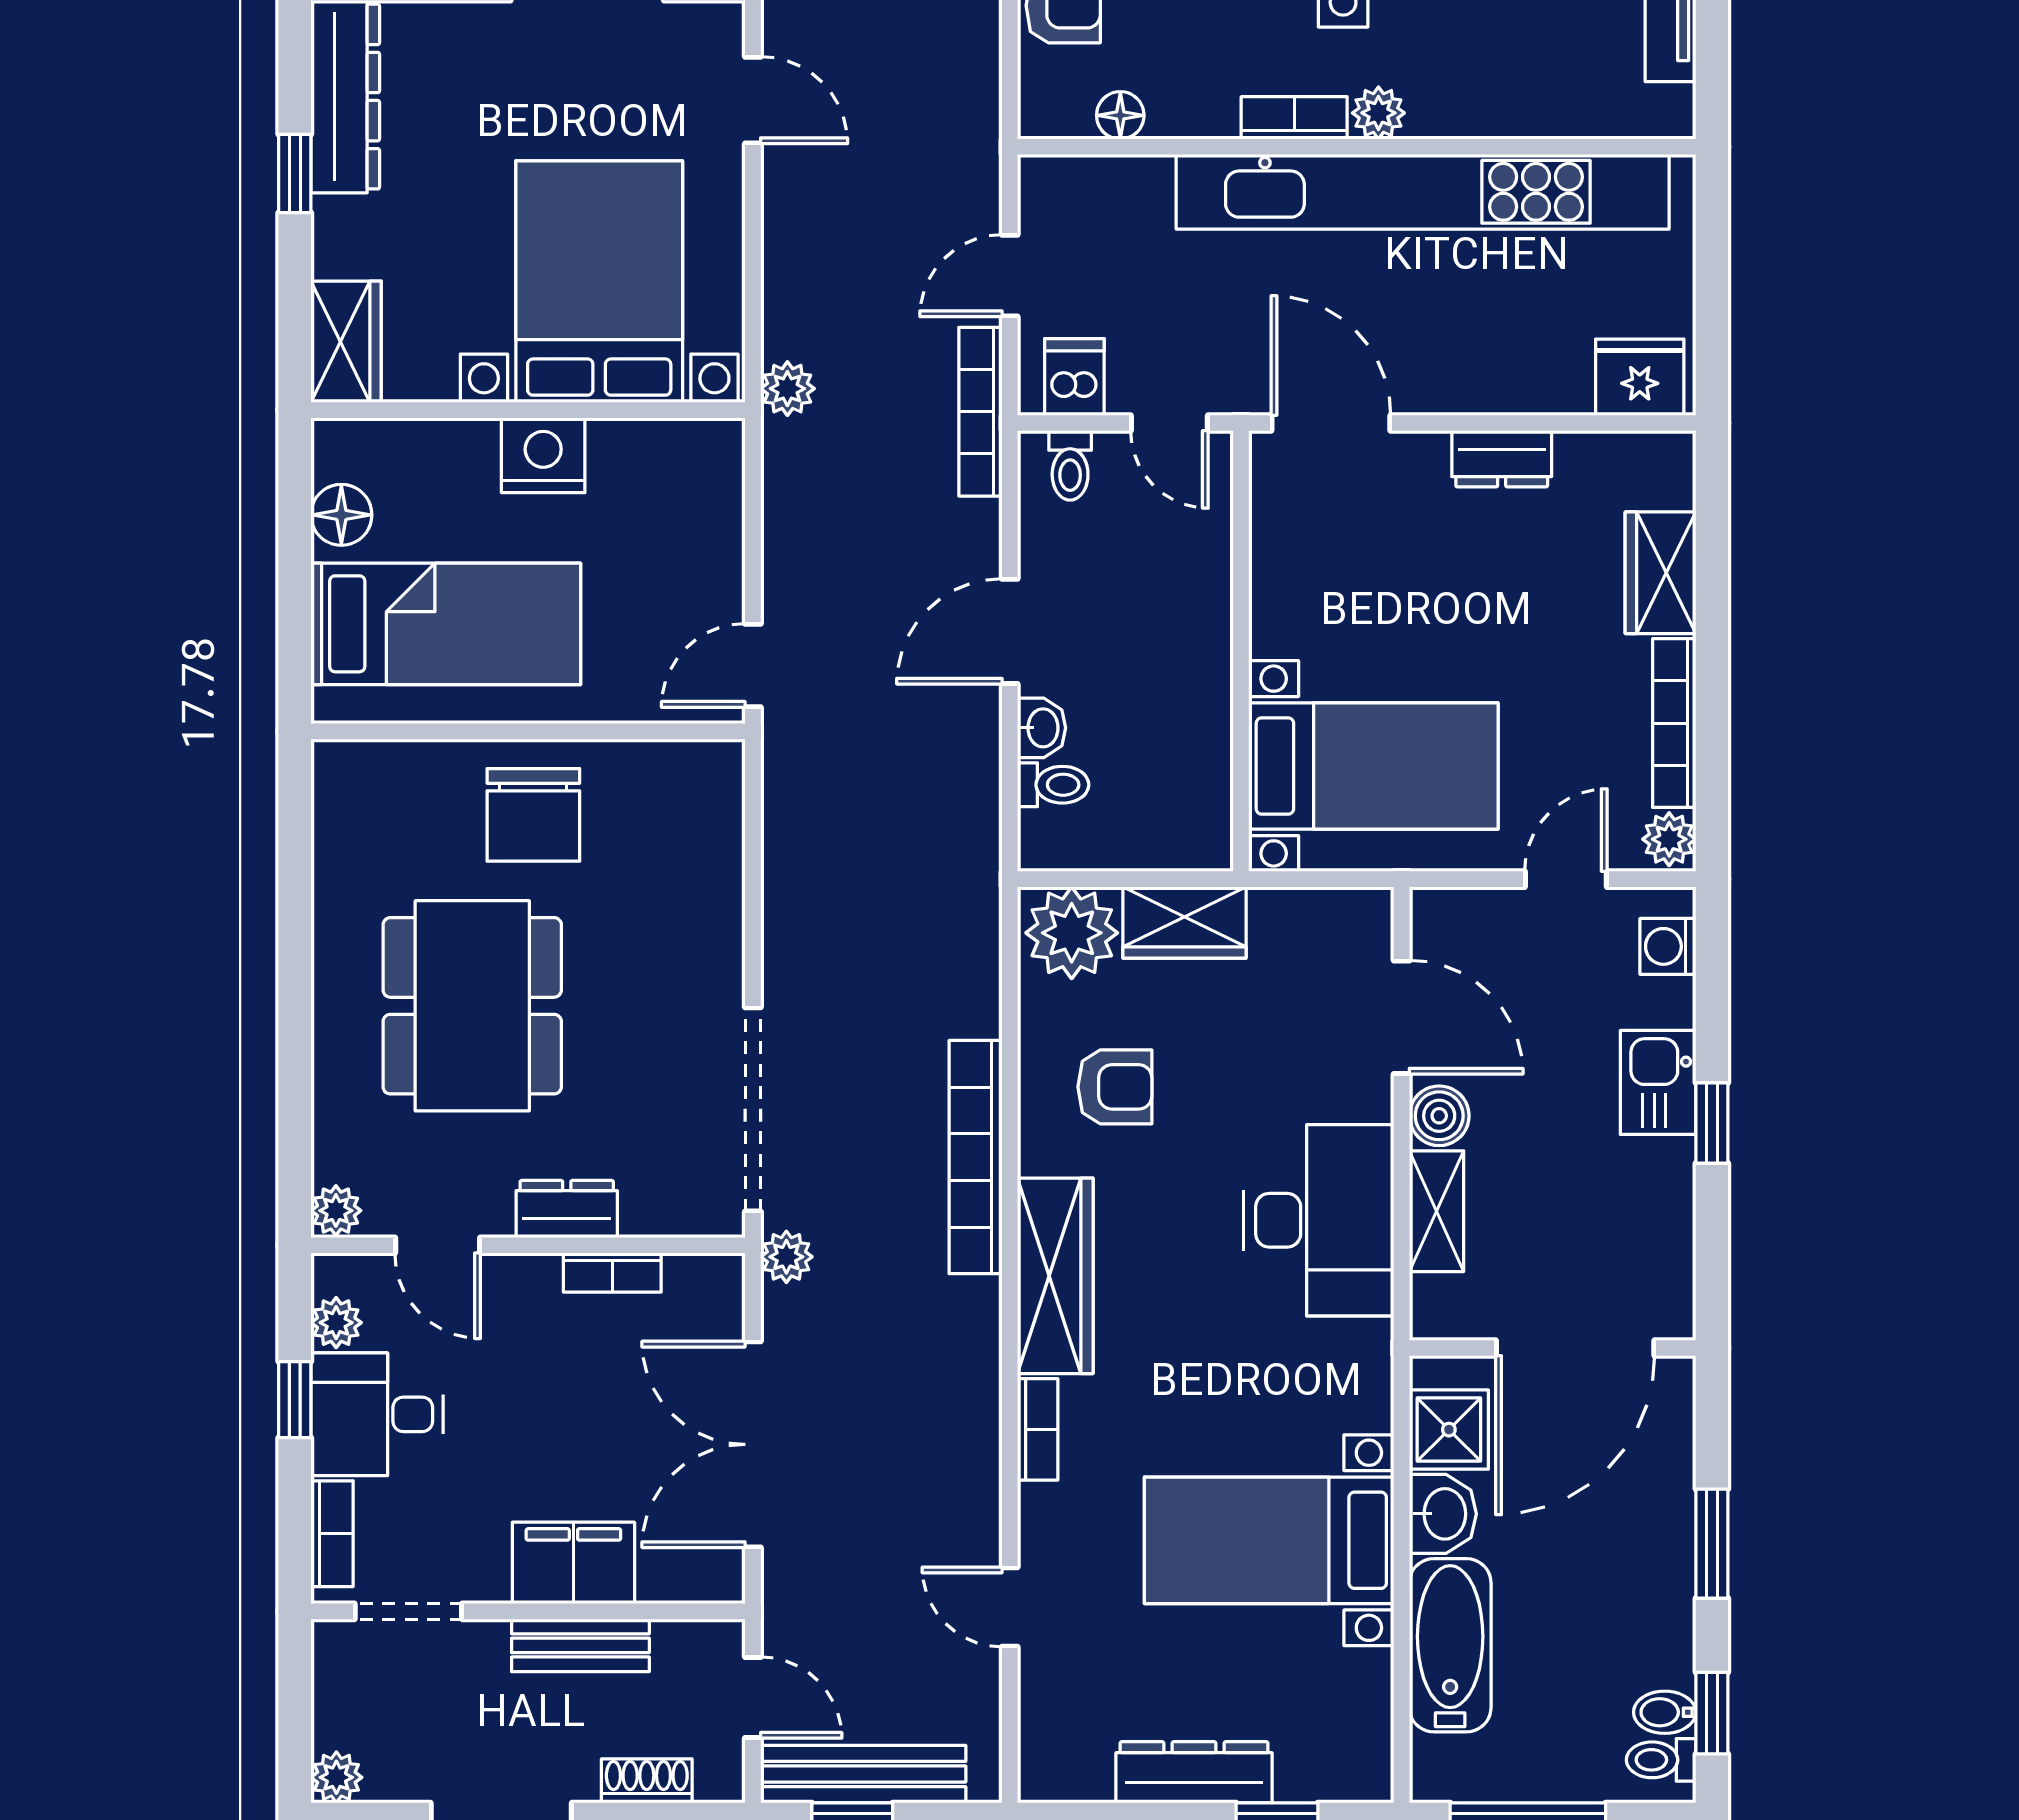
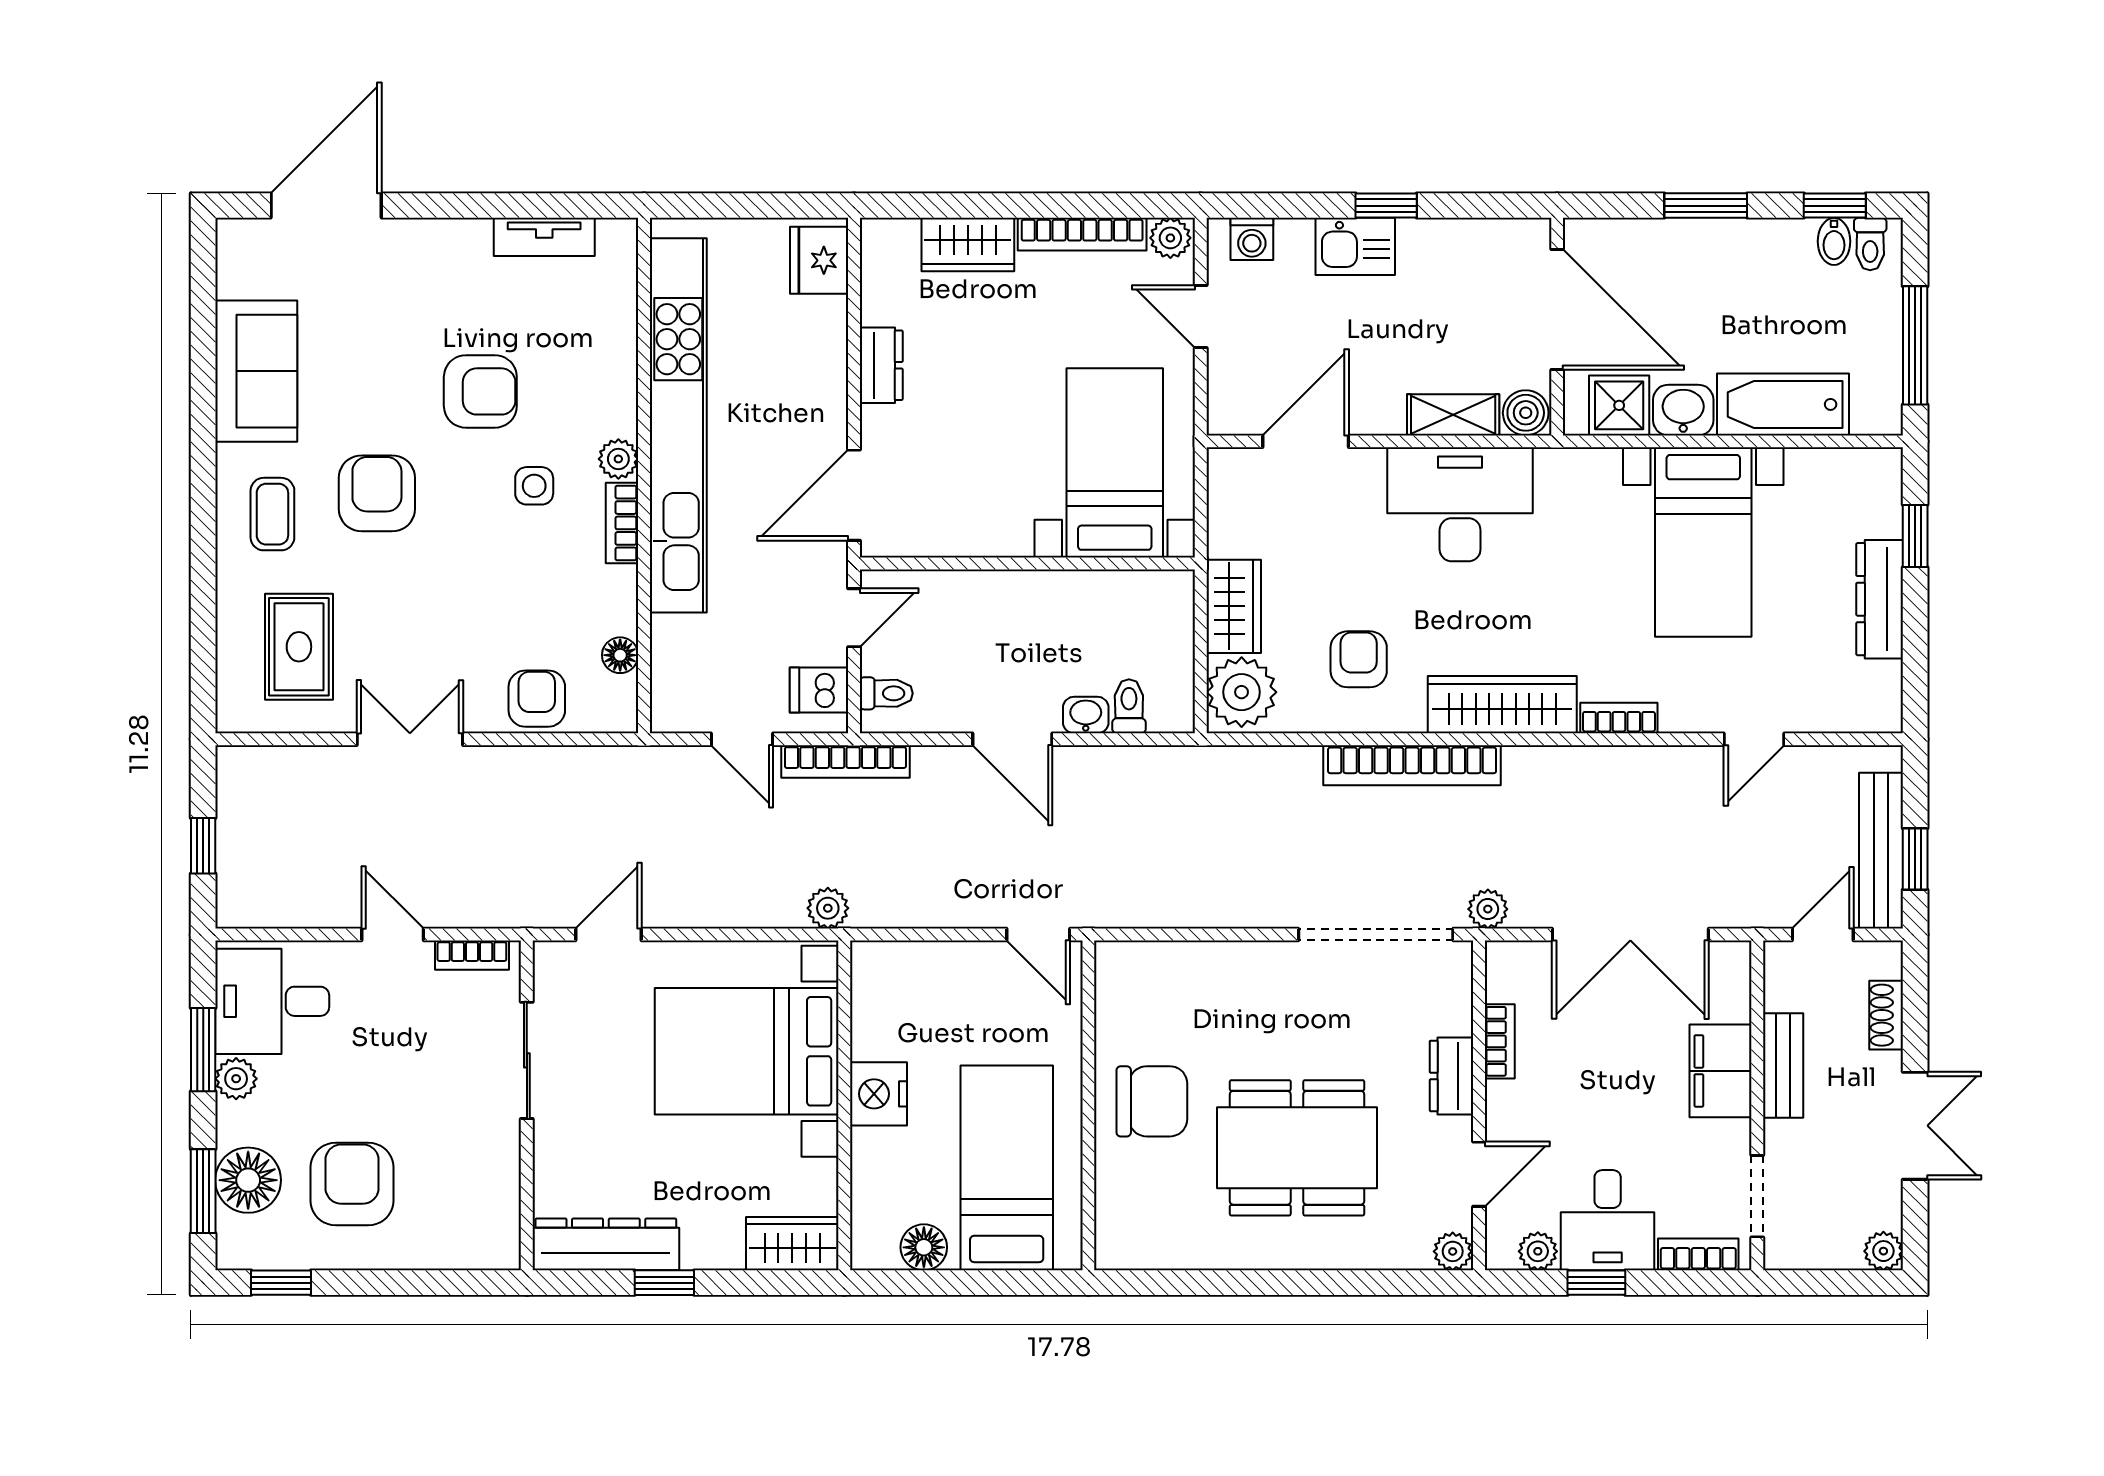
boiler: (1439, 1116) -> (1526, 413), moved

